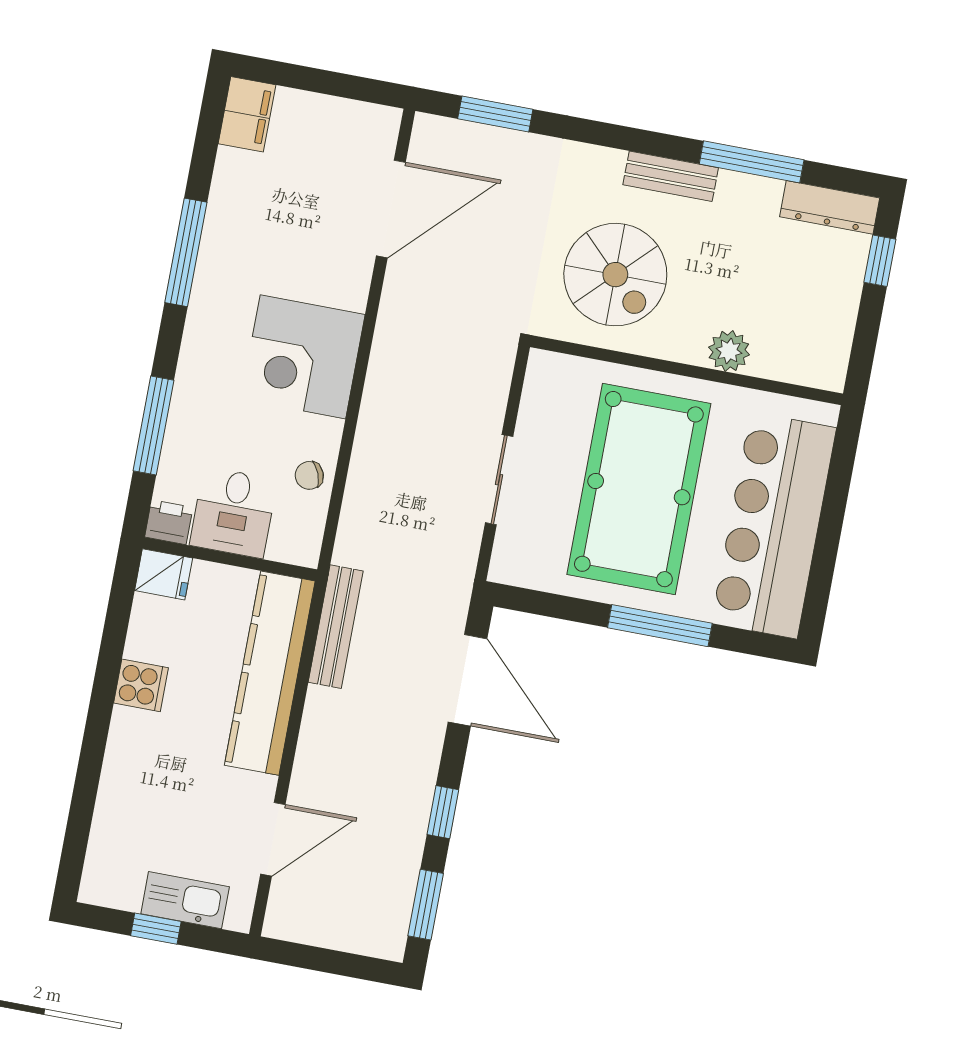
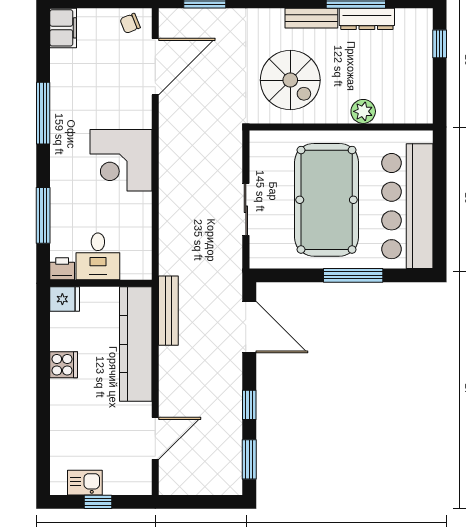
dresser: (830, 207) -> (367, 19), moved
chair: (309, 475) -> (130, 23), moved
kitchen sink: (185, 900) -> (85, 483), moved, width x0.73

